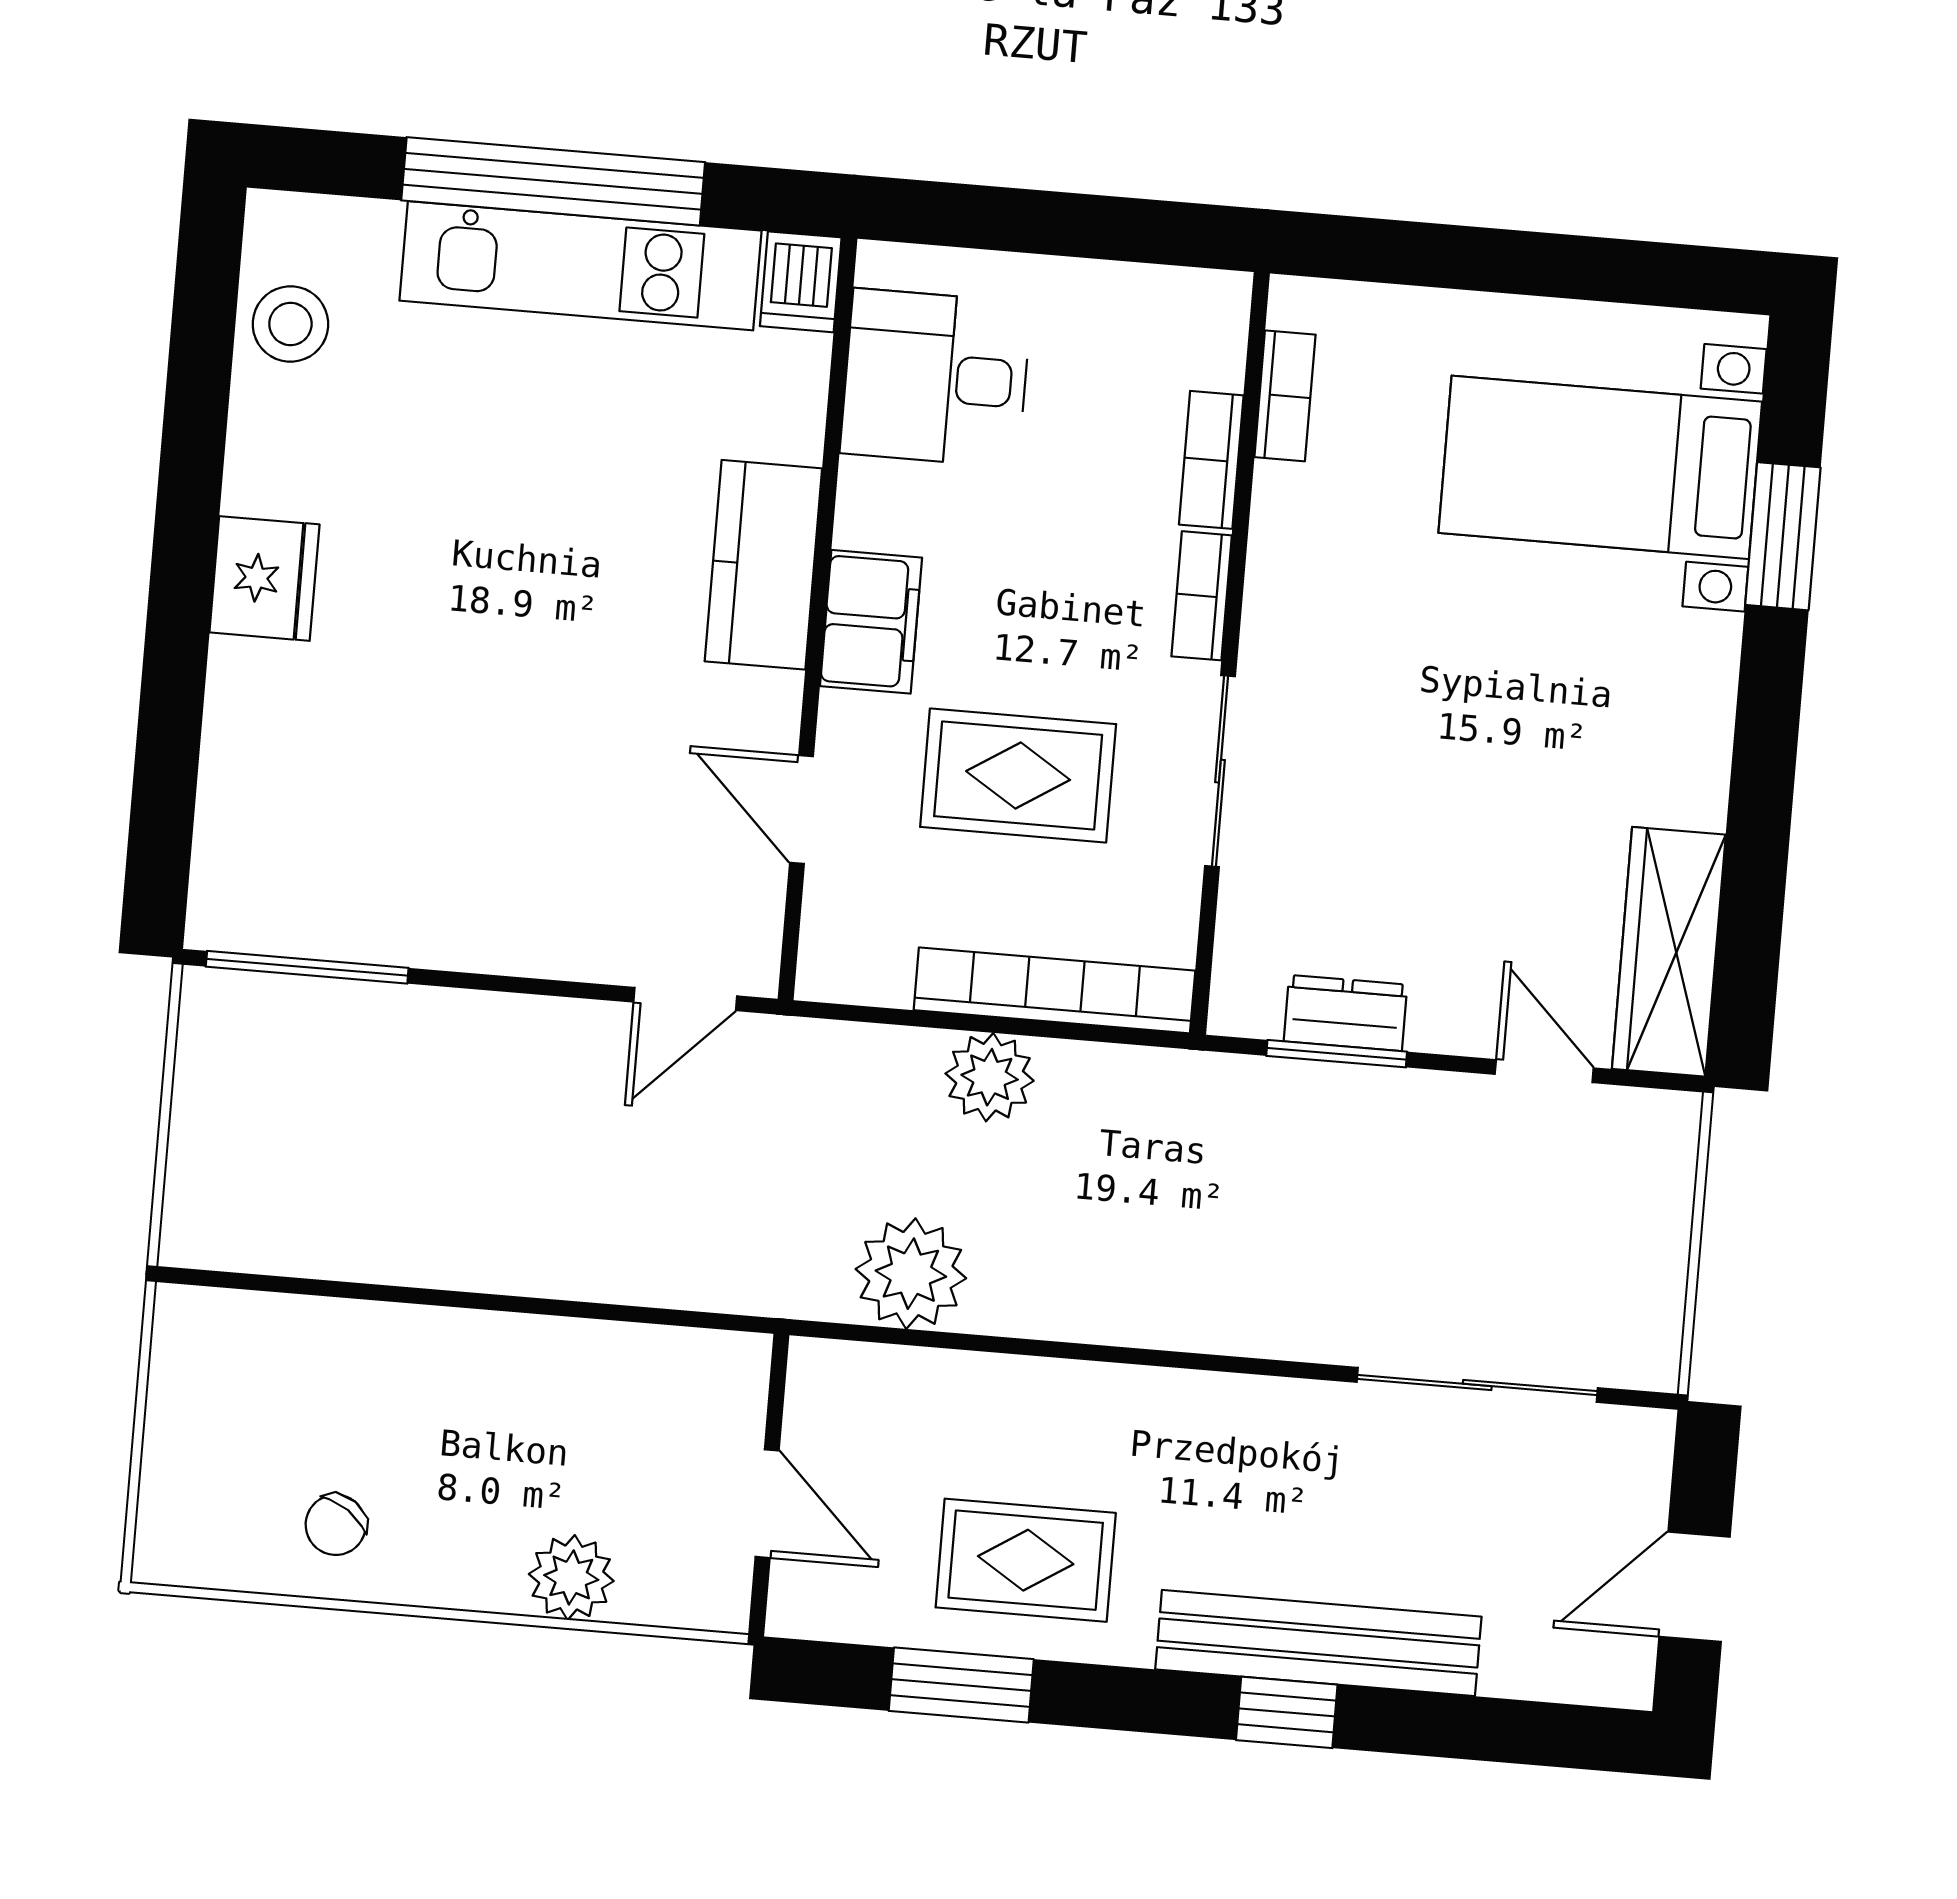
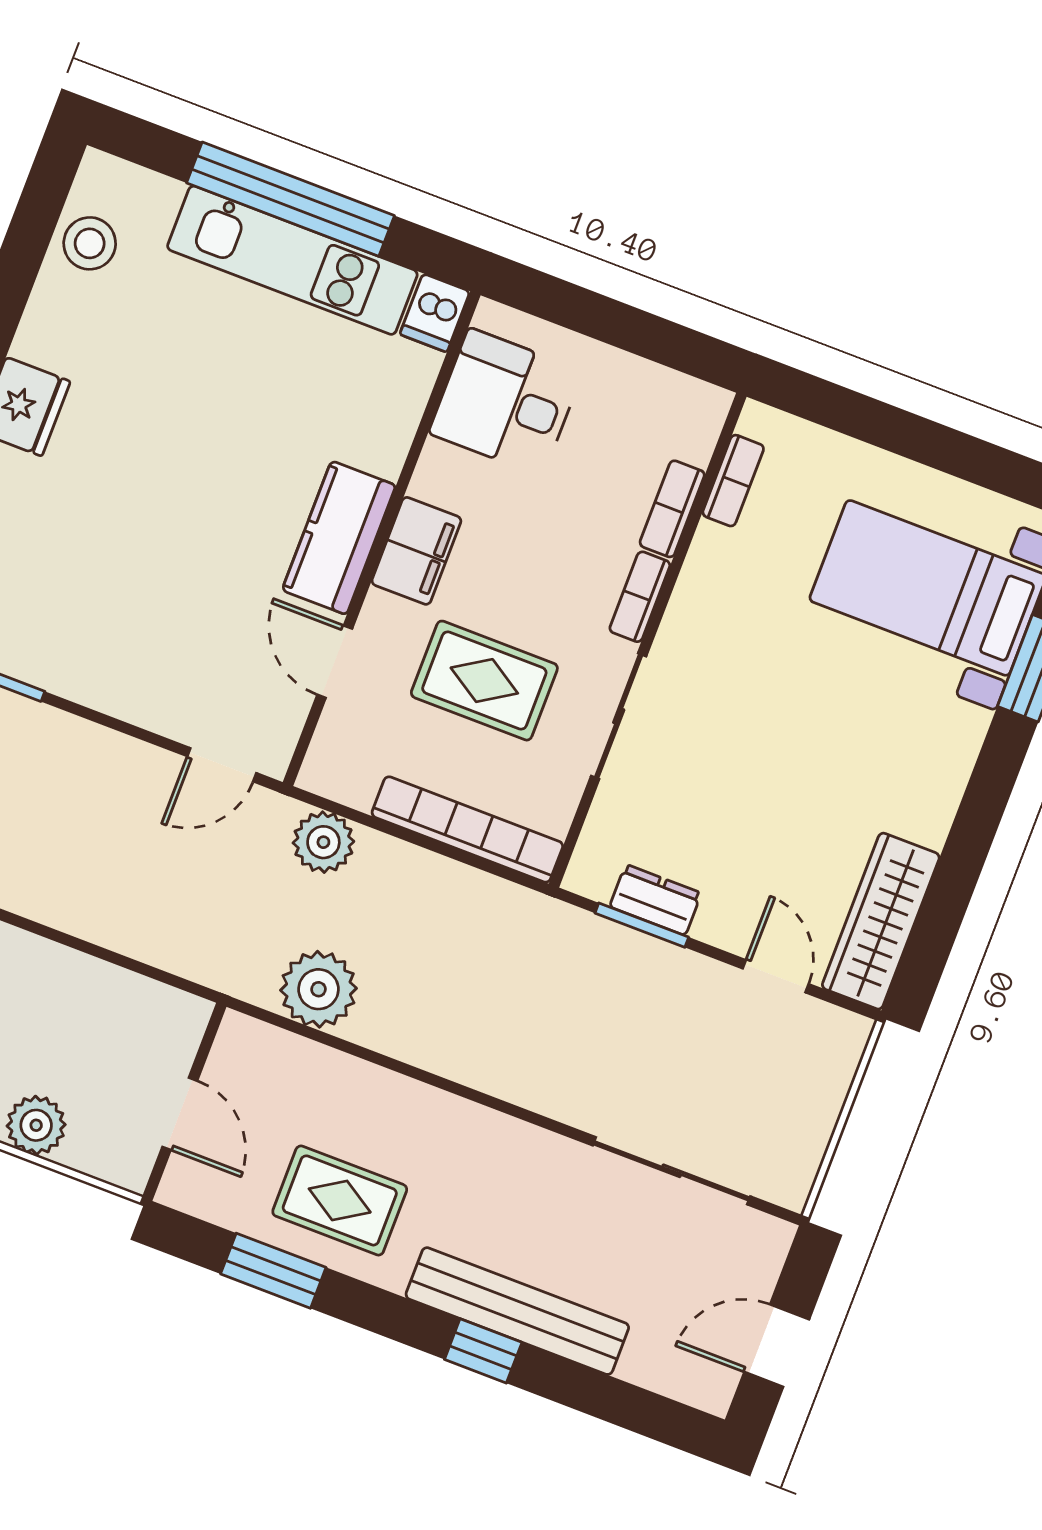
kitchen counter: (763, 565) -> (339, 538), moved
plant: (990, 1077) -> (323, 842), moved

